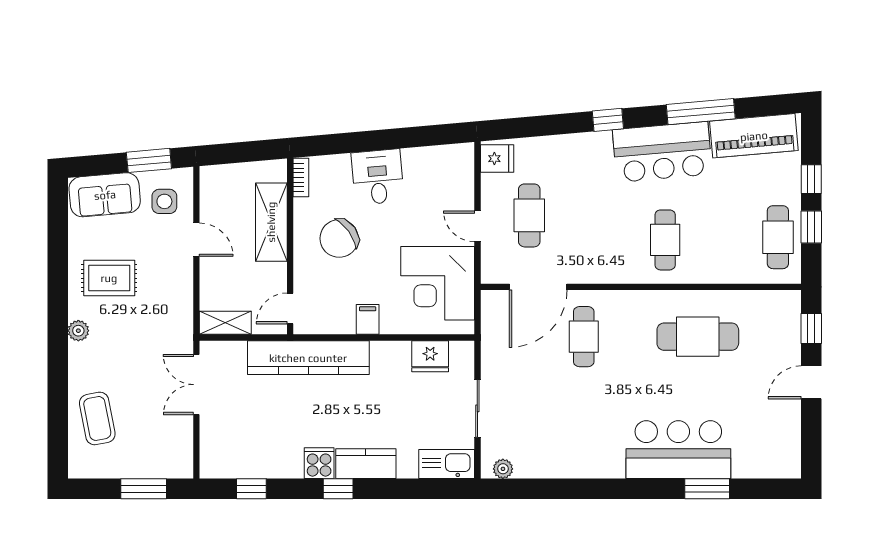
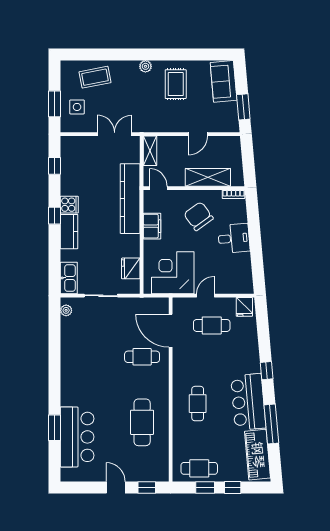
side table: (164, 201) -> (77, 107), moved
cafe table: (665, 240) -> (198, 404), turned 90
filing cabinet: (368, 319) -> (152, 226), width x2.00
bar counter: (678, 450) -> (77, 437), moved

